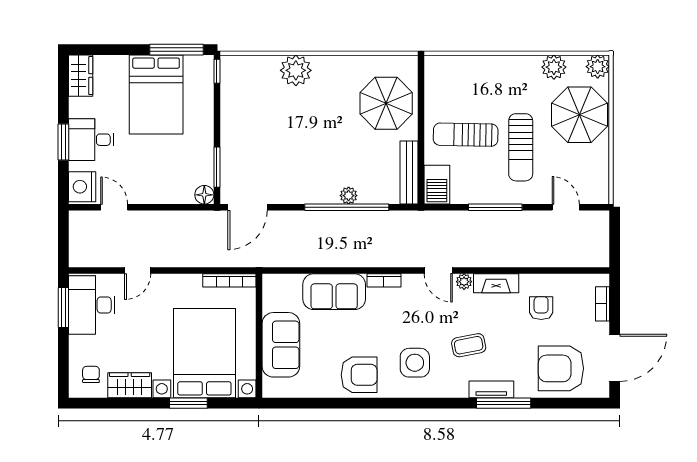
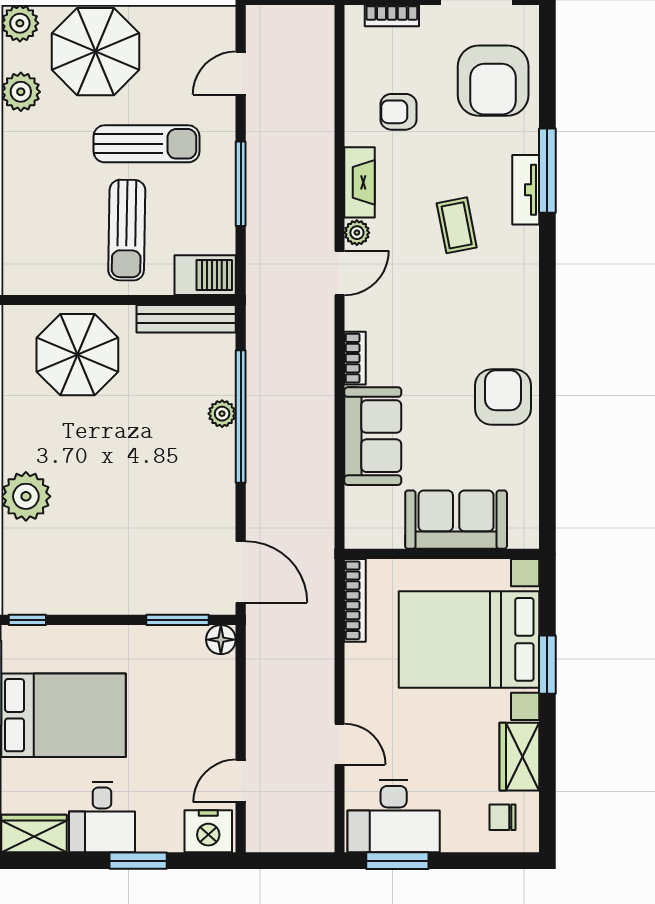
desk: (91, 140) -> (102, 817), moved
side table: (415, 363) -> (484, 310), removed

